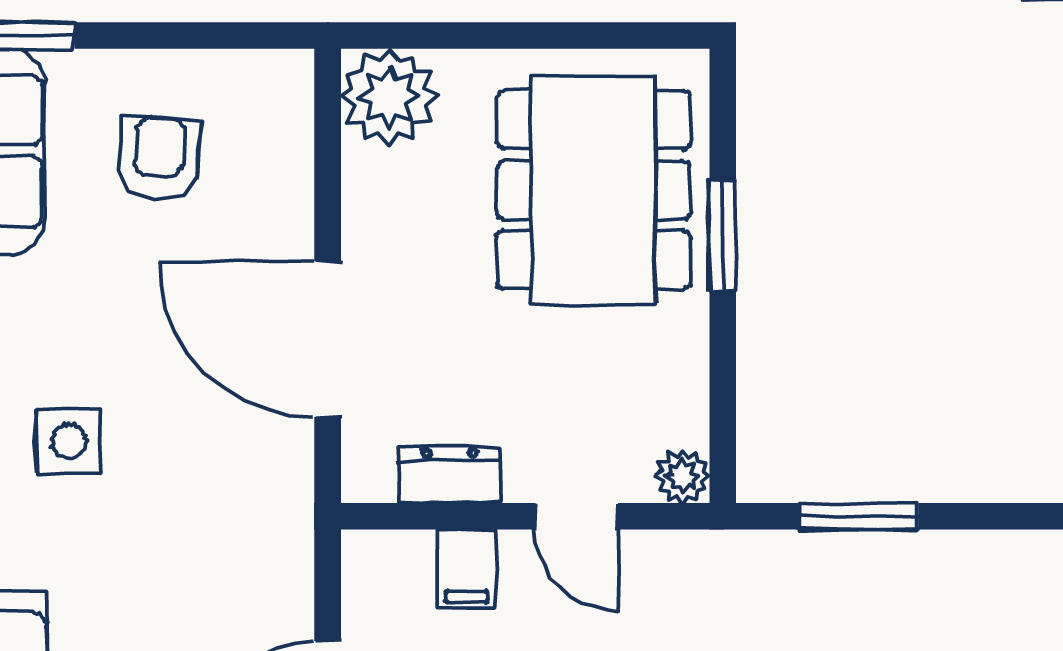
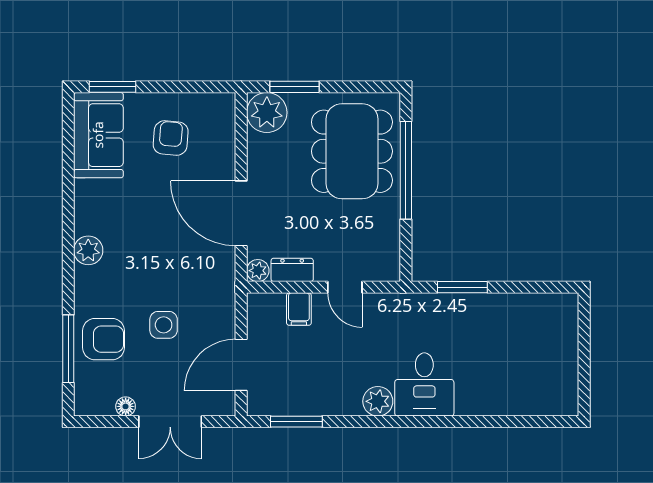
window: (456, 36) -> (294, 87), added
window: (723, 235) -> (406, 170), width x2.11
side table: (68, 441) -> (164, 325), moved
plant: (683, 476) -> (258, 271), moved

